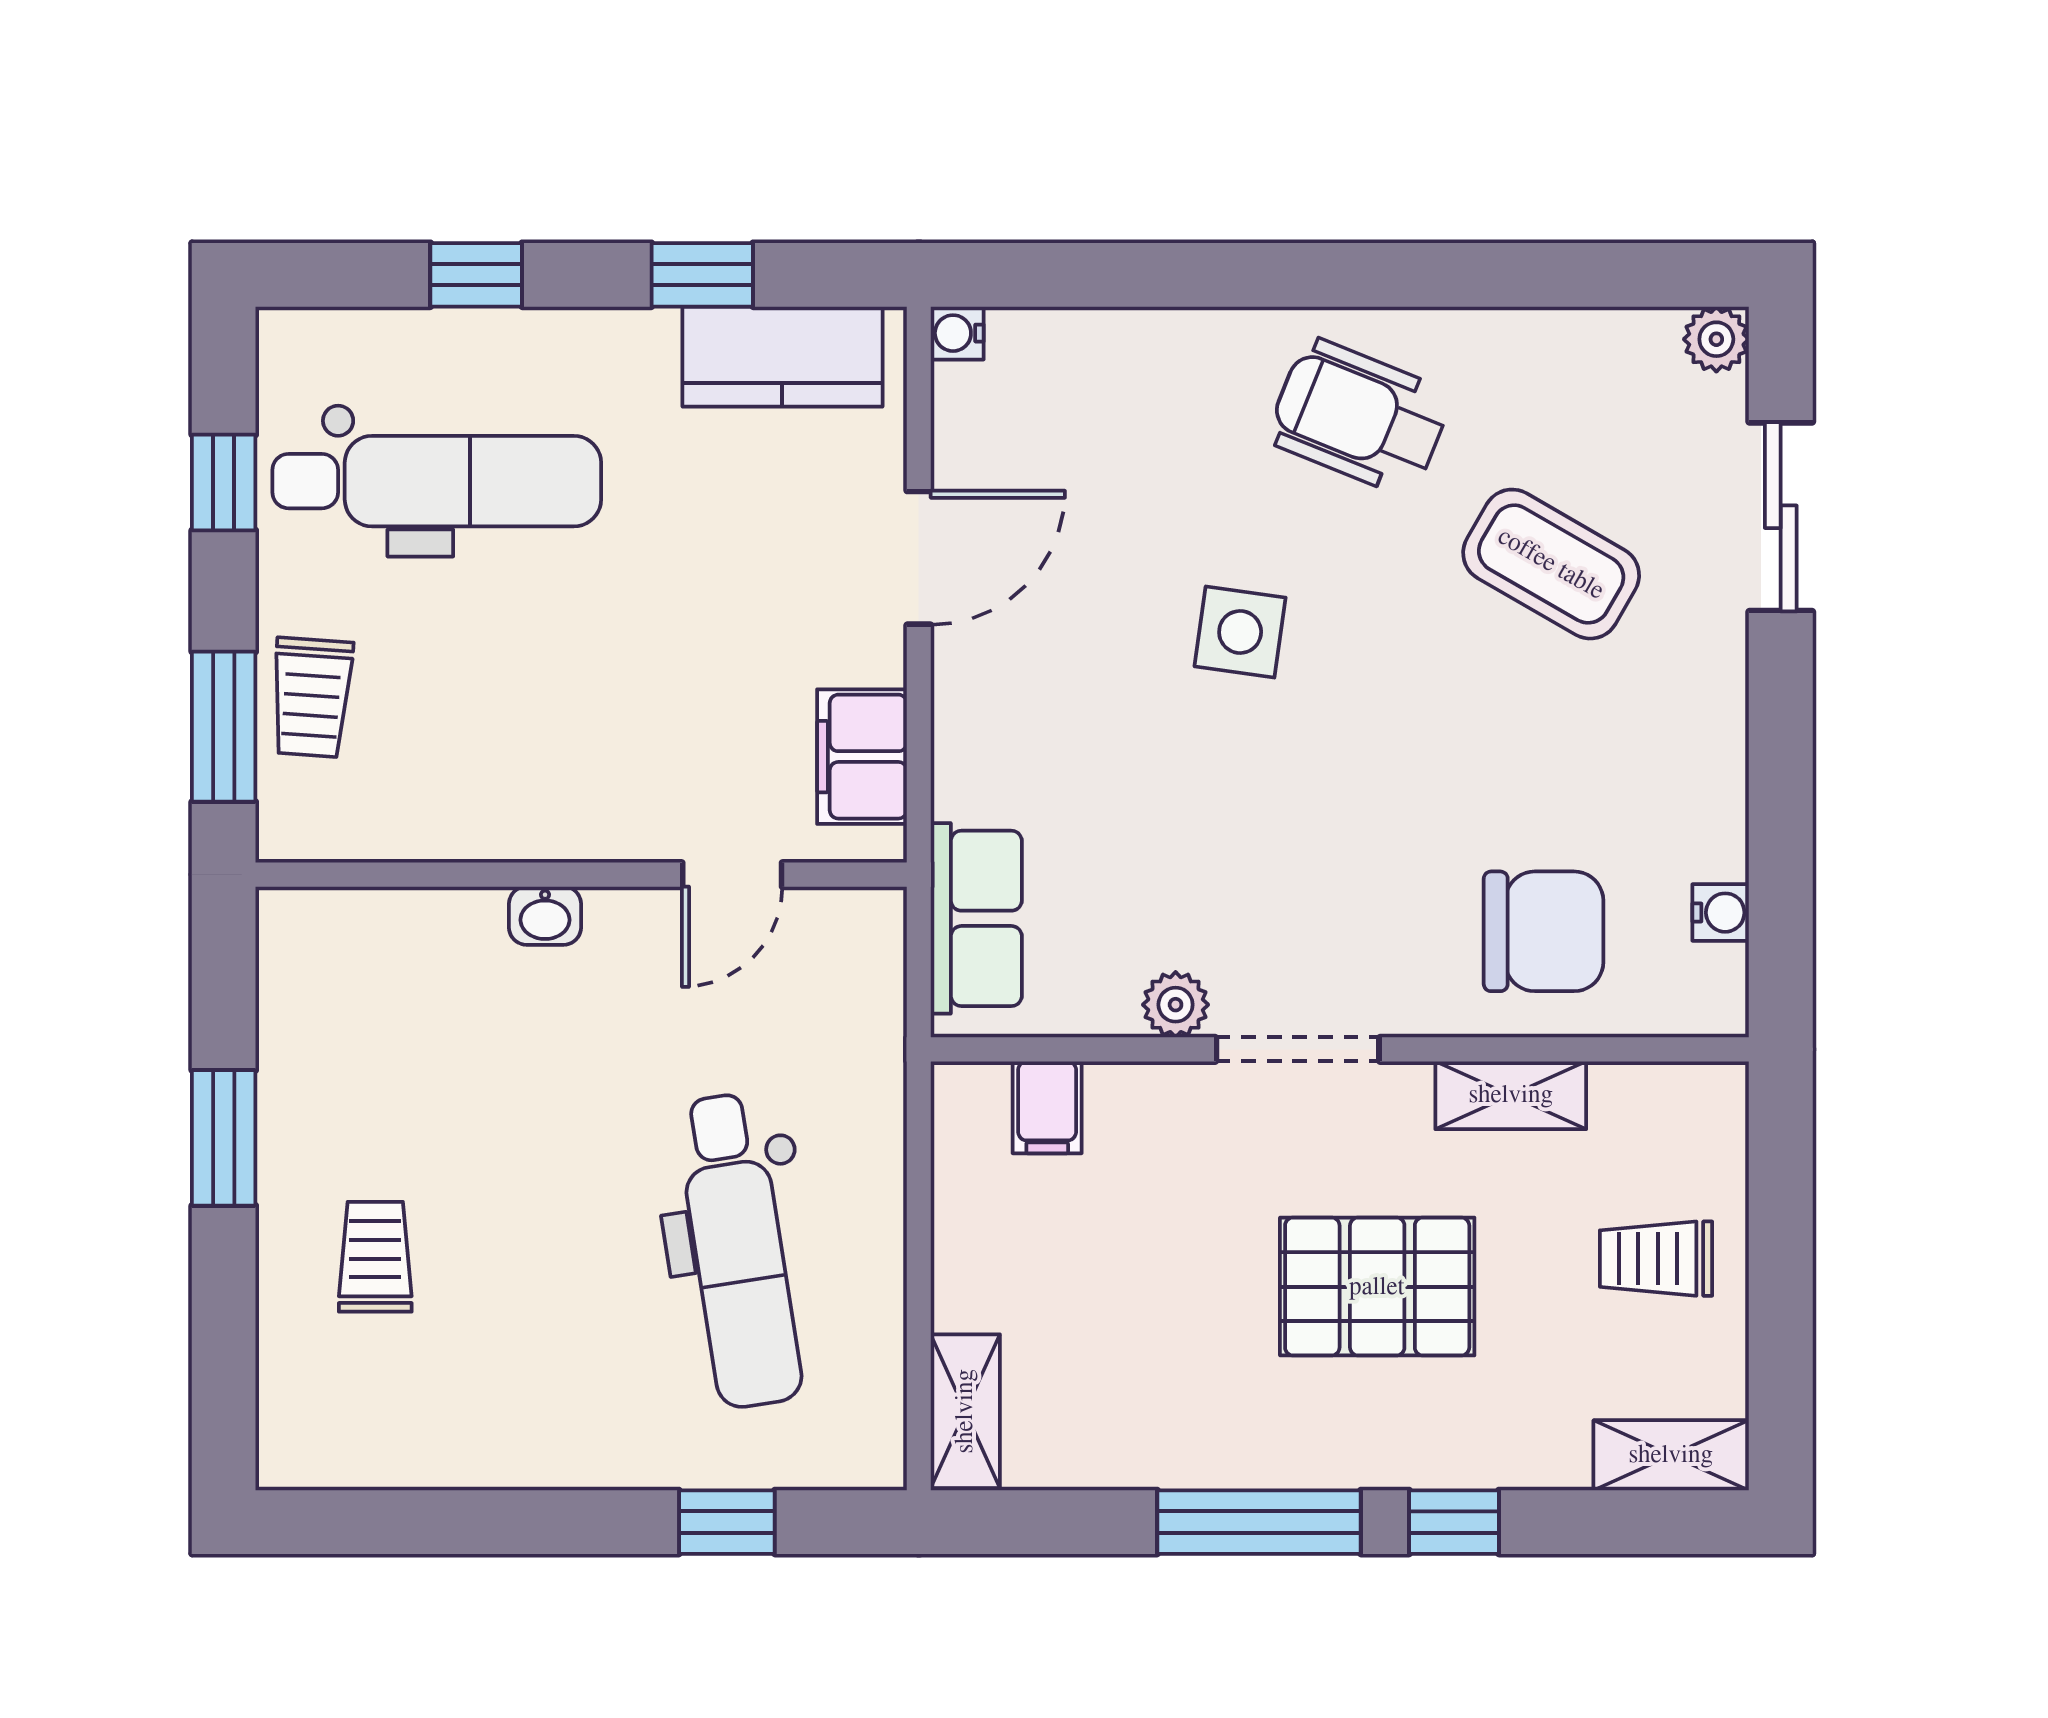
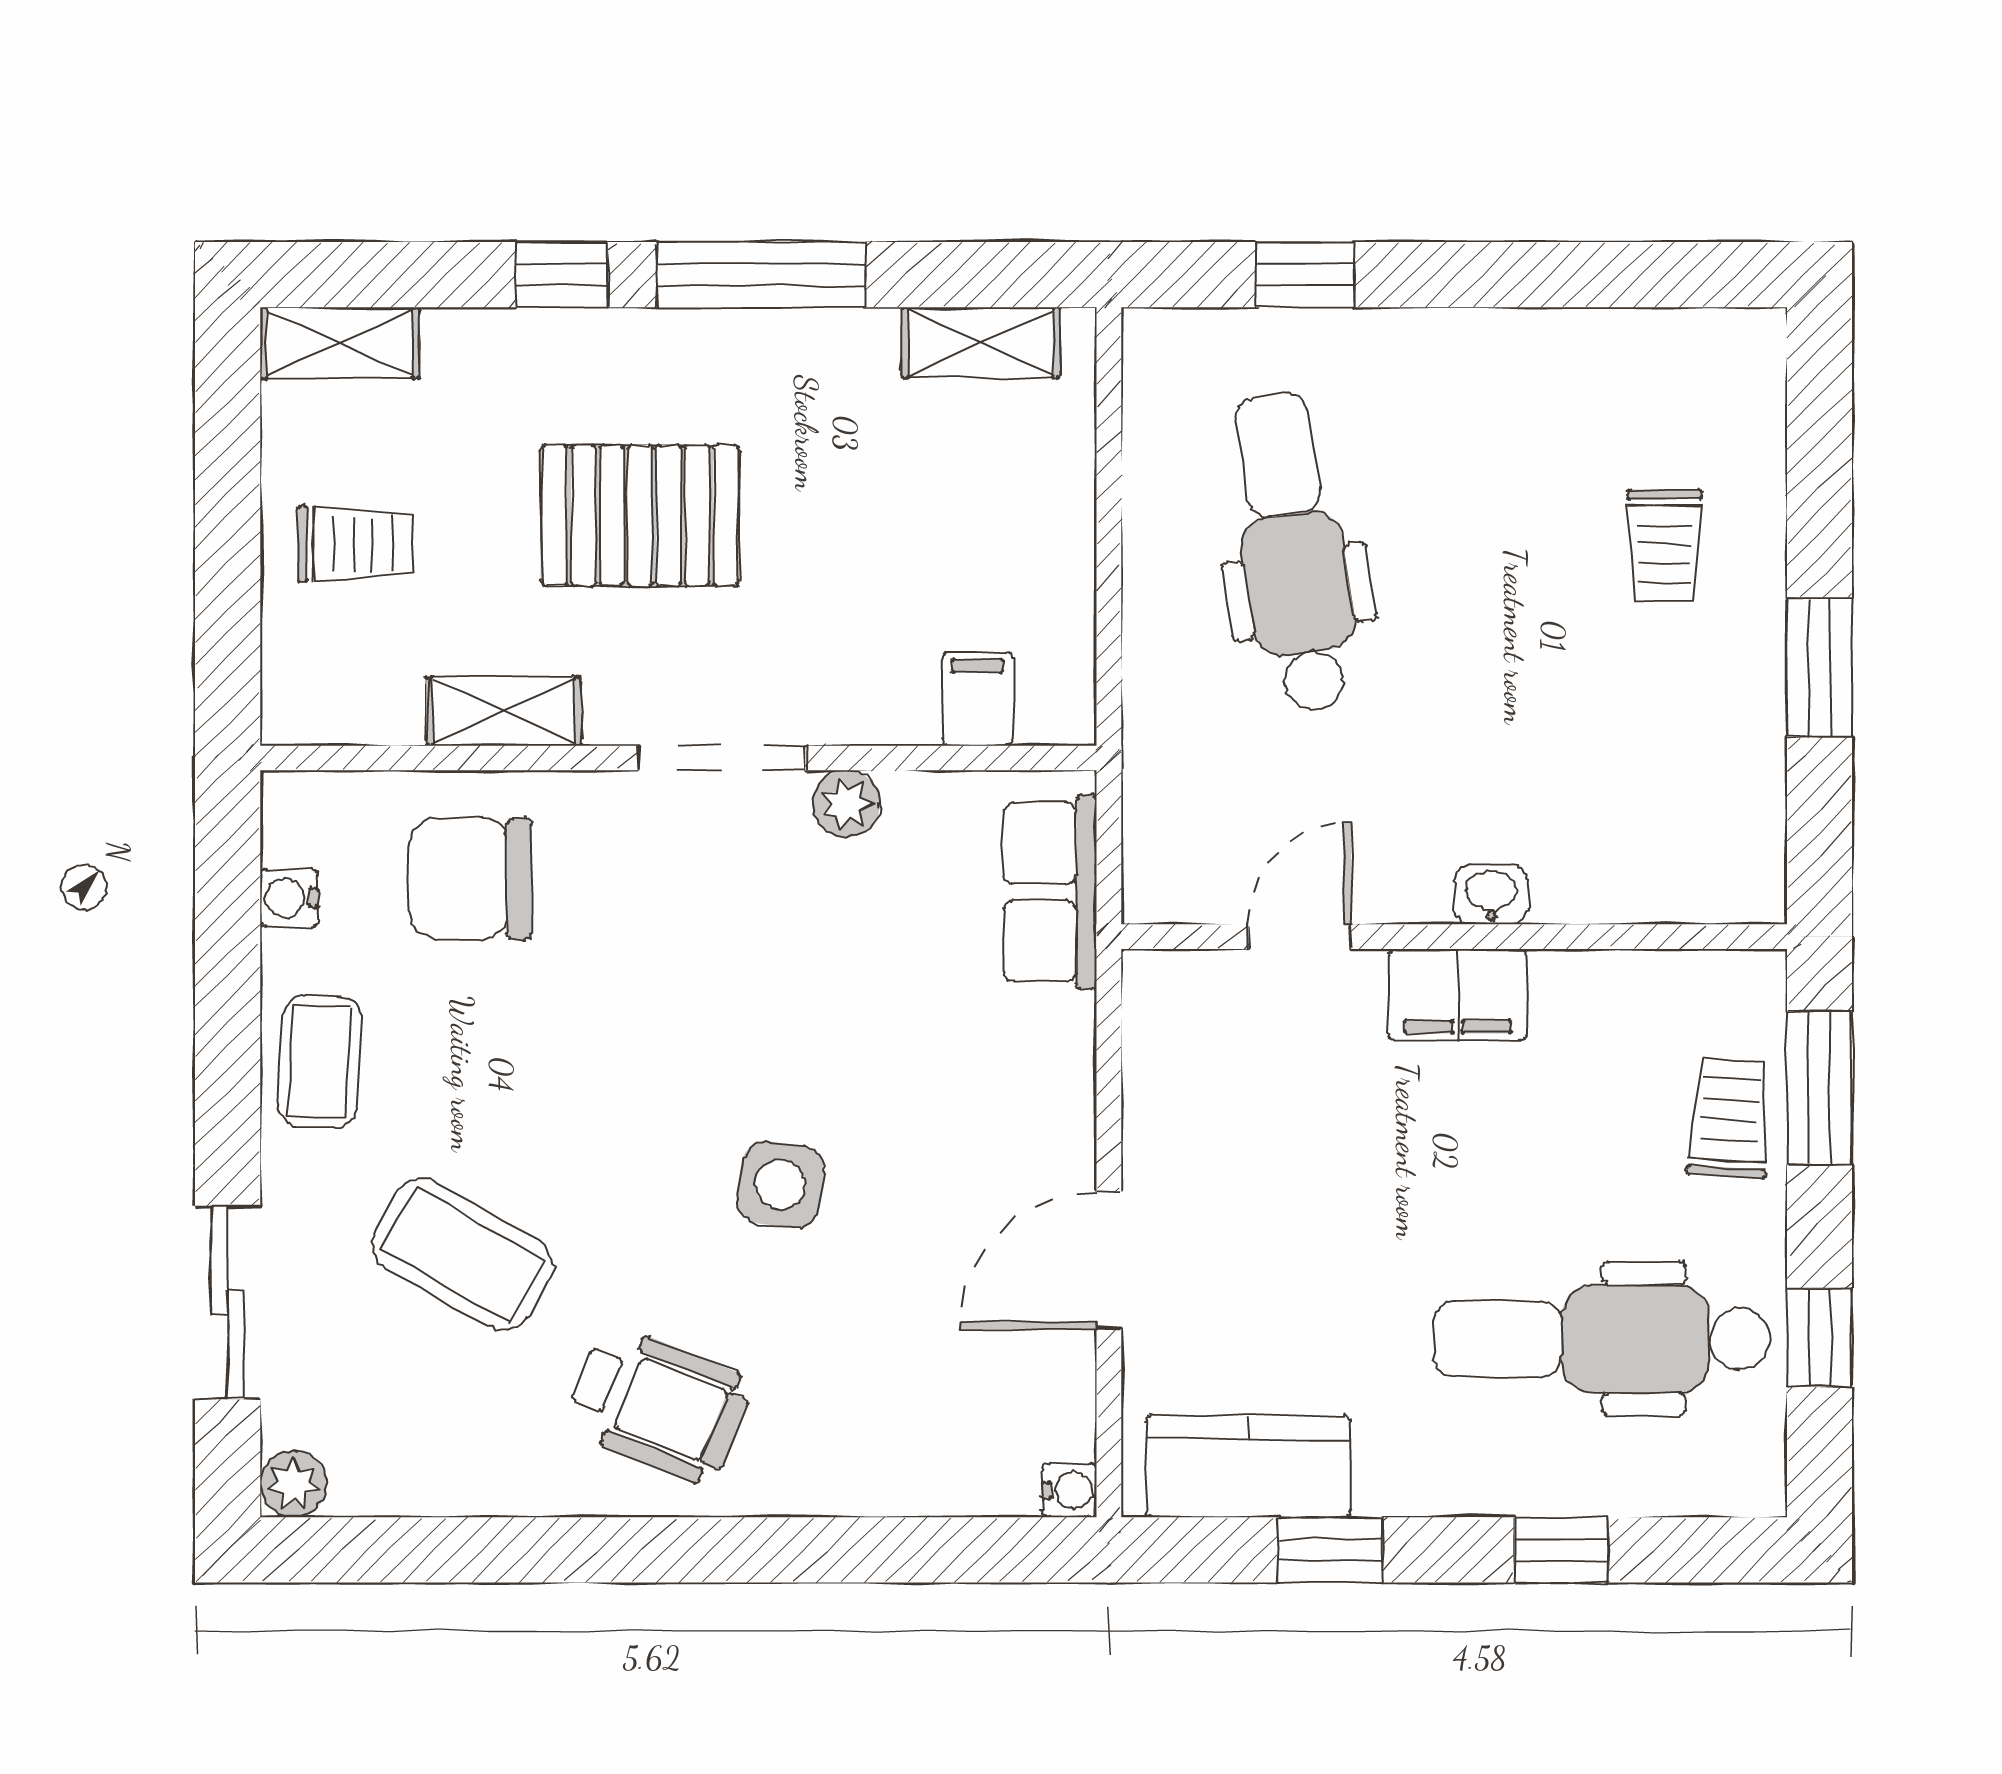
coffee table: (1691, 752) -> (320, 1062), added
filing cabinet: (862, 757) -> (1458, 995), moved, turned 90
shelving: (965, 1411) -> (981, 343), moved, turned 90

